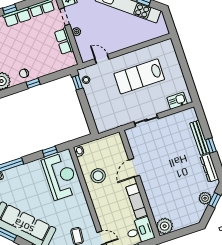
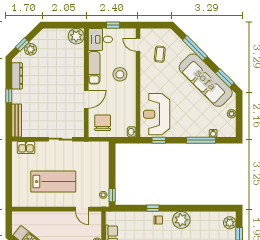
bench: (200, 138) -> (17, 120), moved
chair: (110, 150) -> (103, 123), added
stool: (98, 176) -> (120, 74), moved

